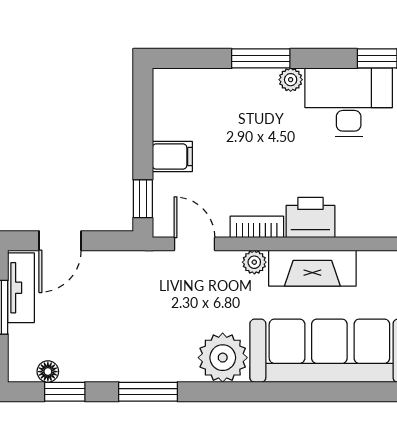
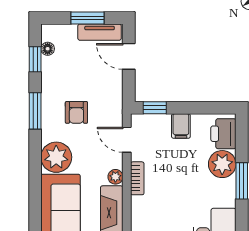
plant: (291, 80) -> (222, 164), moved, width x1.87, depth x1.87
printer: (310, 218) -> (223, 134), moved, turned 180
door: (195, 244) -> (127, 140), swing flipped
armchair: (150, 325) -> (76, 112), added

